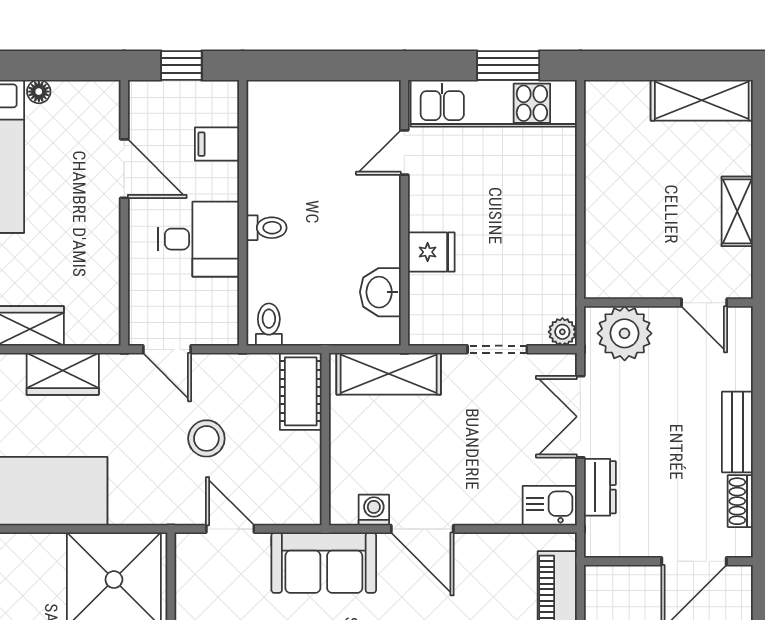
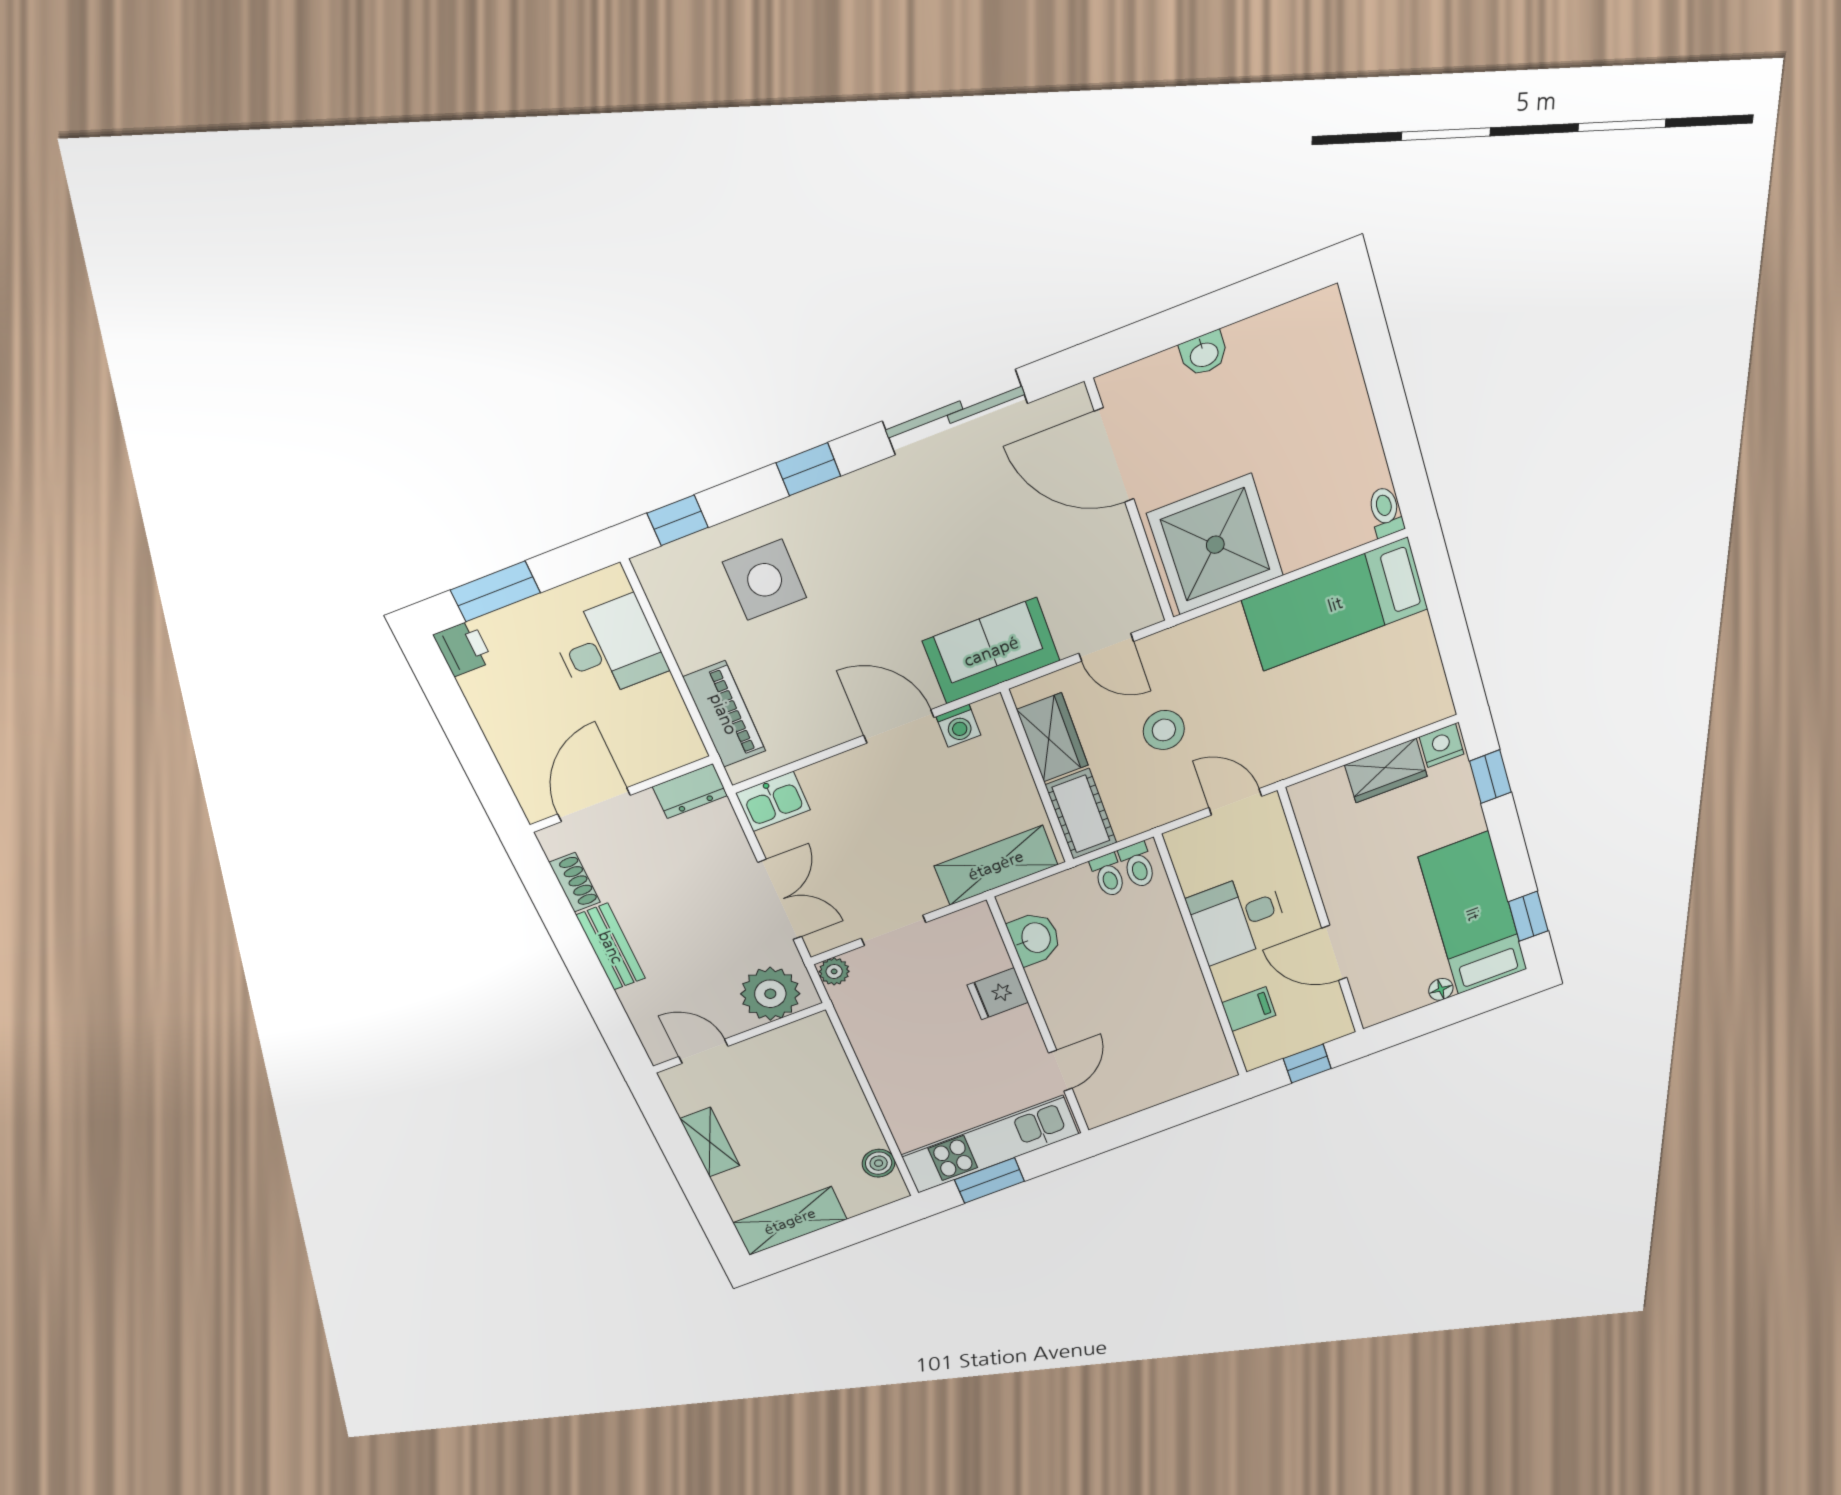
boiler: (600, 127) -> (879, 1163), added
toilet: (266, 228) -> (1108, 875), moved, turned -90
wardrobe: (63, 374) -> (1052, 738), moved, turned 90
dresser: (600, 487) -> (690, 791), moved, turned -90

